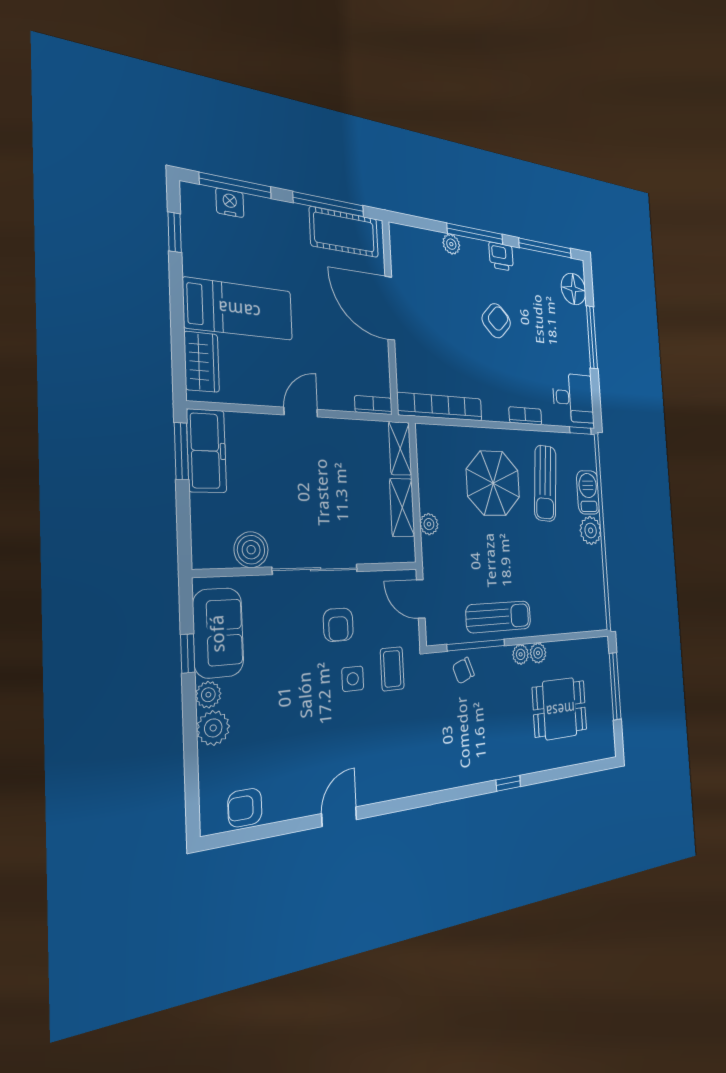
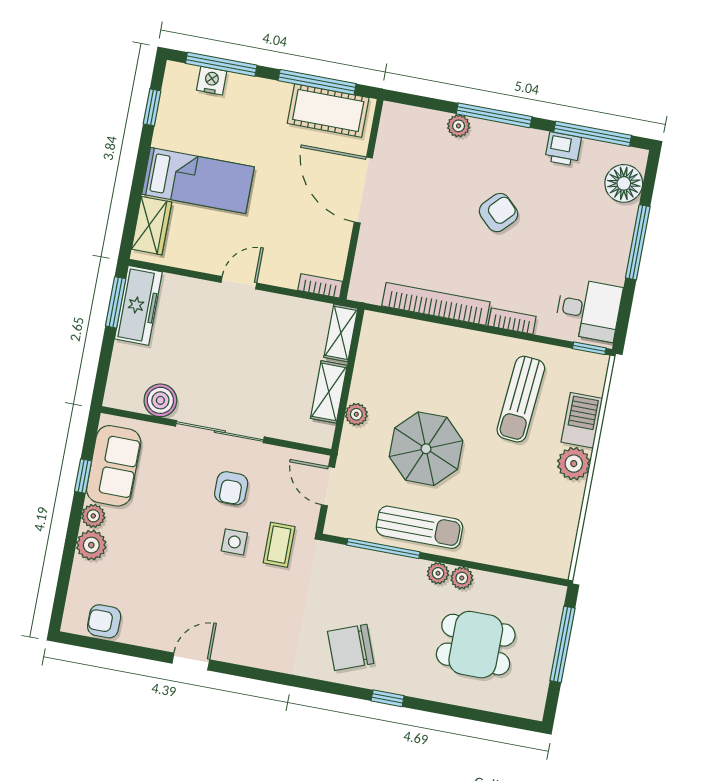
printer: (501, 257) -> (563, 149), moved
bookcase: (440, 407) -> (436, 304), moved
parasol: (493, 483) -> (426, 449), moved
chair: (463, 671) -> (351, 647), moved, width x1.87, depth x1.87

